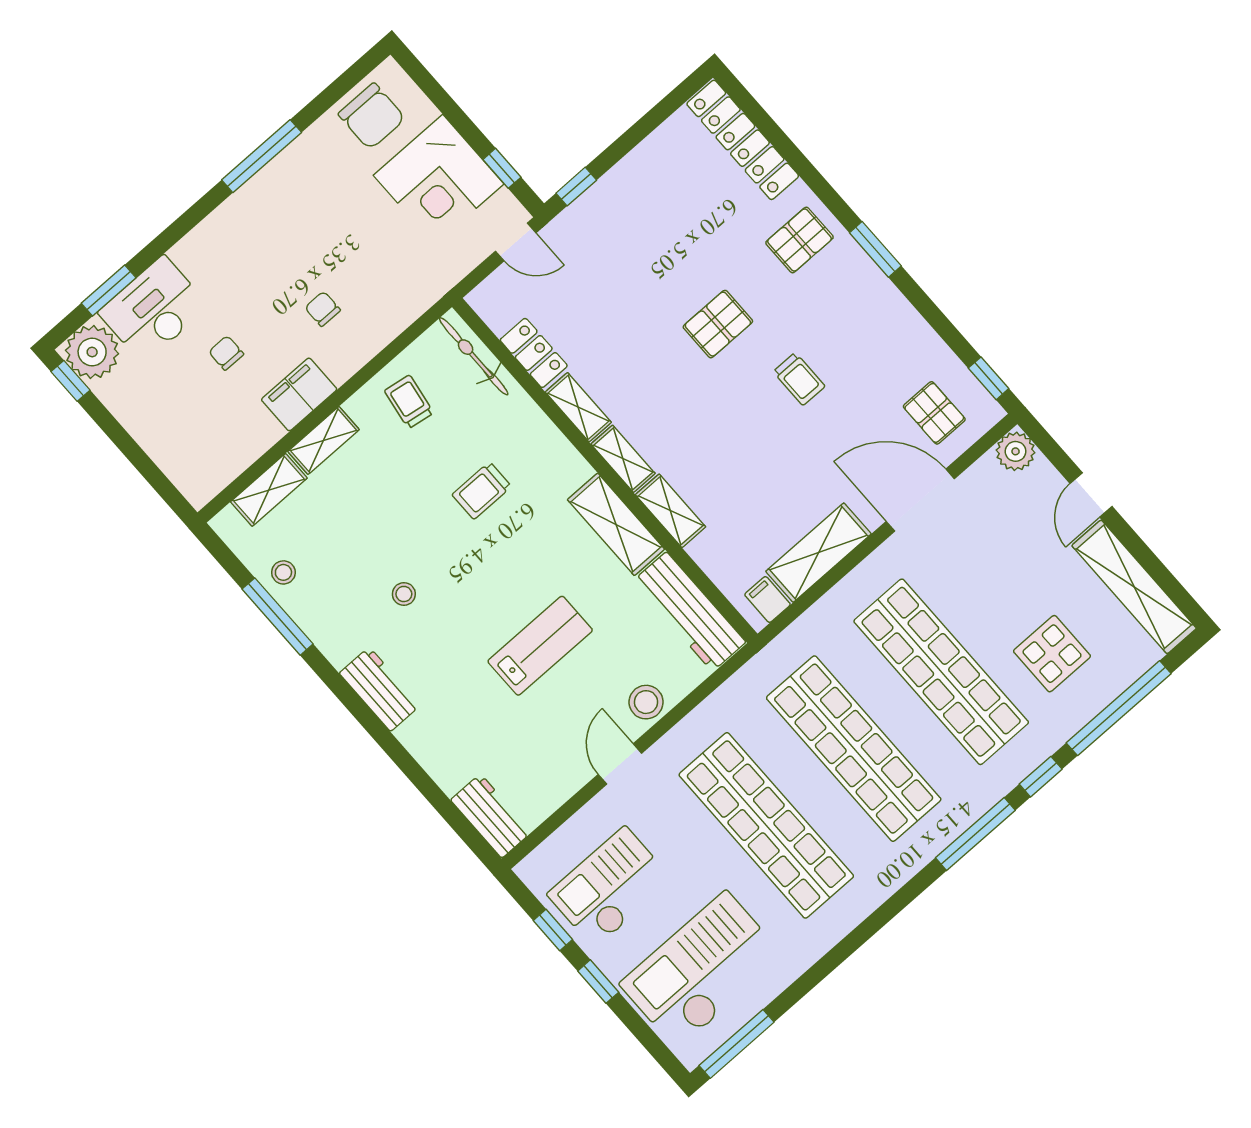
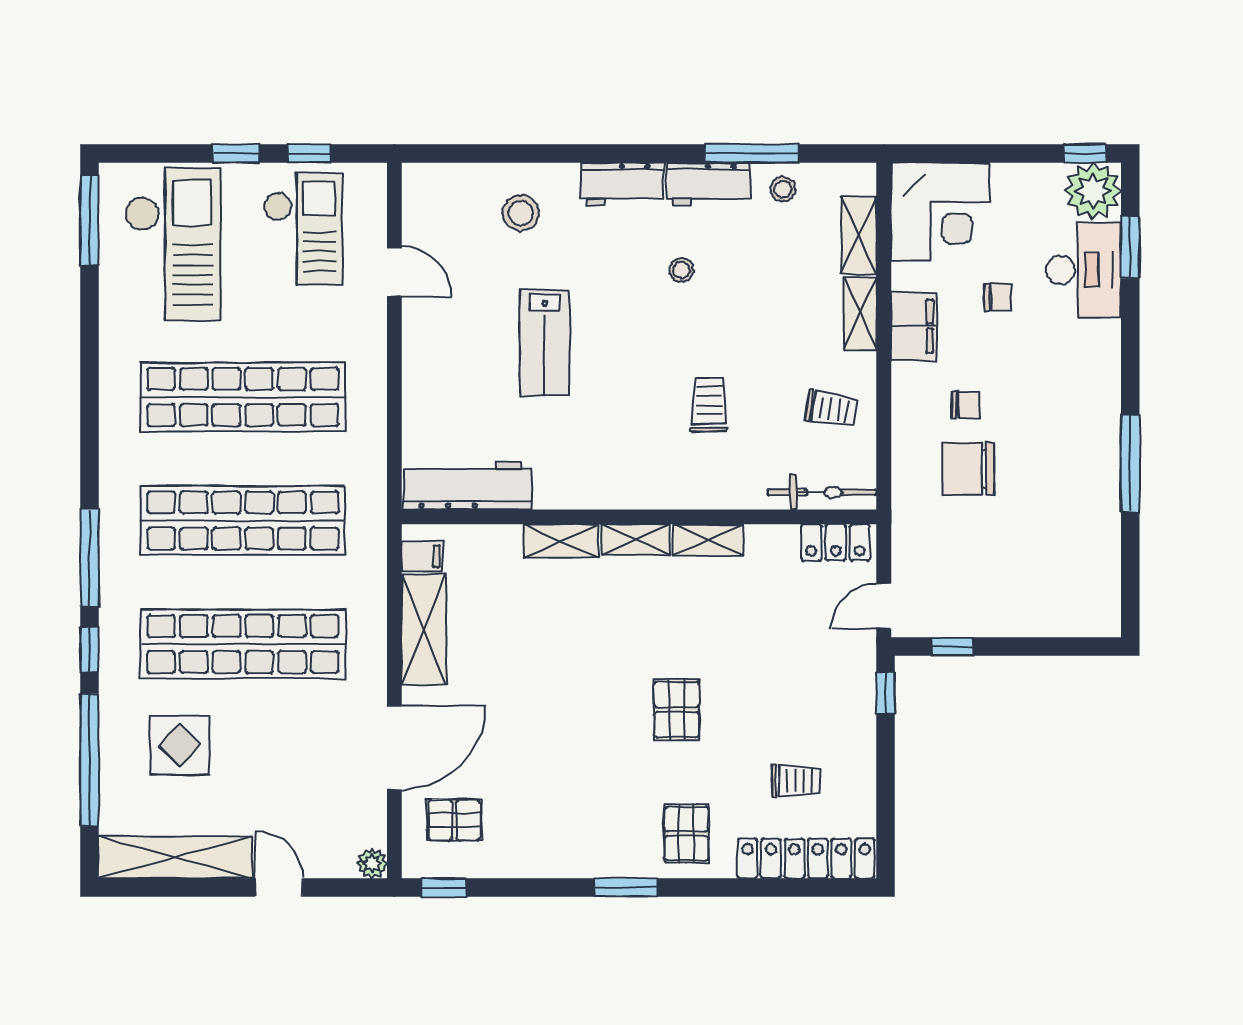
chair: (372, 116) -> (968, 469), moved
corner desk: (439, 180) -> (940, 212), moved, turned 180
locker: (534, 353) -> (836, 542), moved
trolley: (799, 379) -> (796, 781), moved, turned 180
plant: (1016, 451) -> (372, 863), width x0.73, depth x0.73
shelving: (616, 524) -> (588, 488), removed
stool: (646, 702) -> (521, 213), moved
door: (620, 764) -> (394, 272), moved
workbench: (491, 816) -> (708, 184), moved

